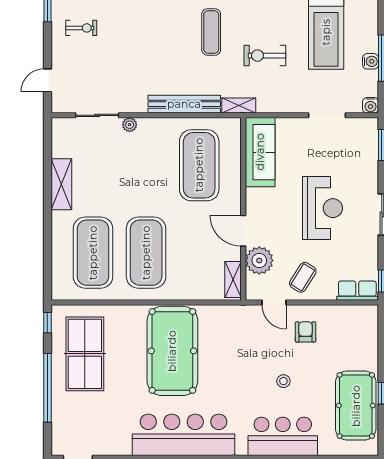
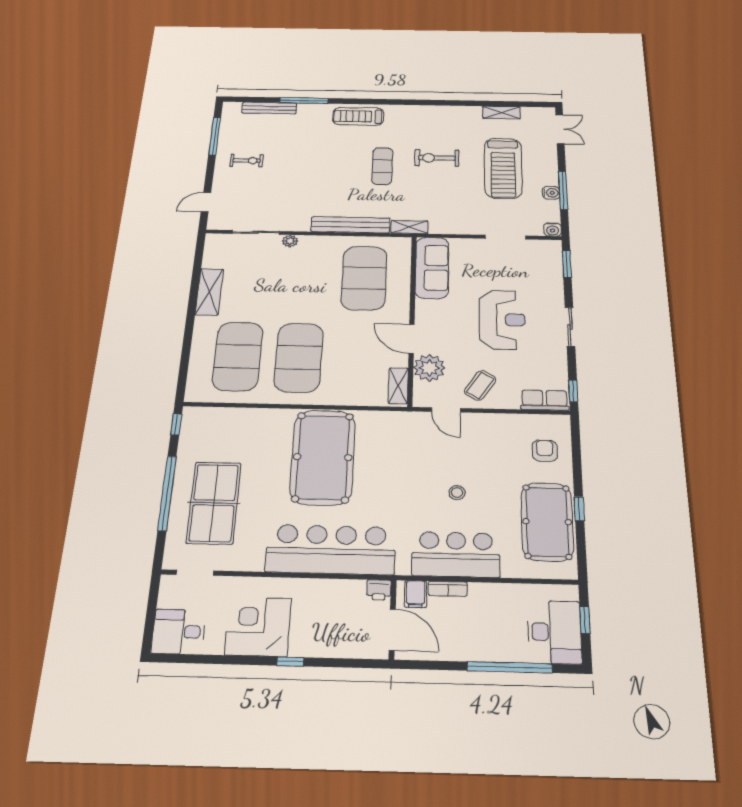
exercise bike: (265, 56) -> (437, 158), moved
armchair: (306, 332) -> (545, 451), moved
table tennis table: (85, 354) -> (214, 503), moved

